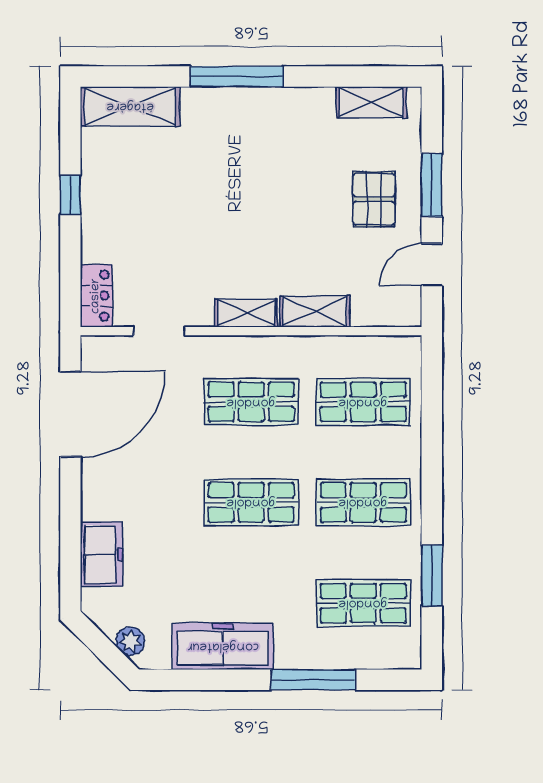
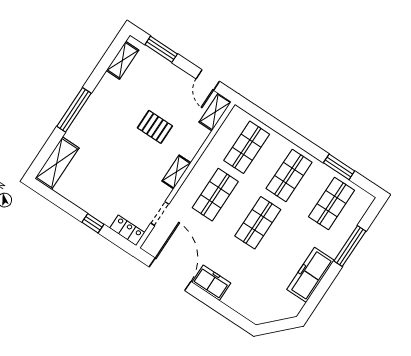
window: (432, 185) -> (161, 49), moved
window: (70, 195) -> (93, 223), moved
pallet: (374, 199) -> (155, 127), moved
shelving: (315, 311) -> (215, 112), moved
freezer: (102, 554) -> (211, 283), moved
plant: (130, 641) -> (283, 312), removed

